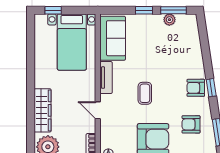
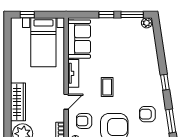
plant: (169, 20) -> (147, 23), moved
armchair: (196, 88) -> (84, 121), moved
door: (98, 110) -> (66, 102), swing flipped

